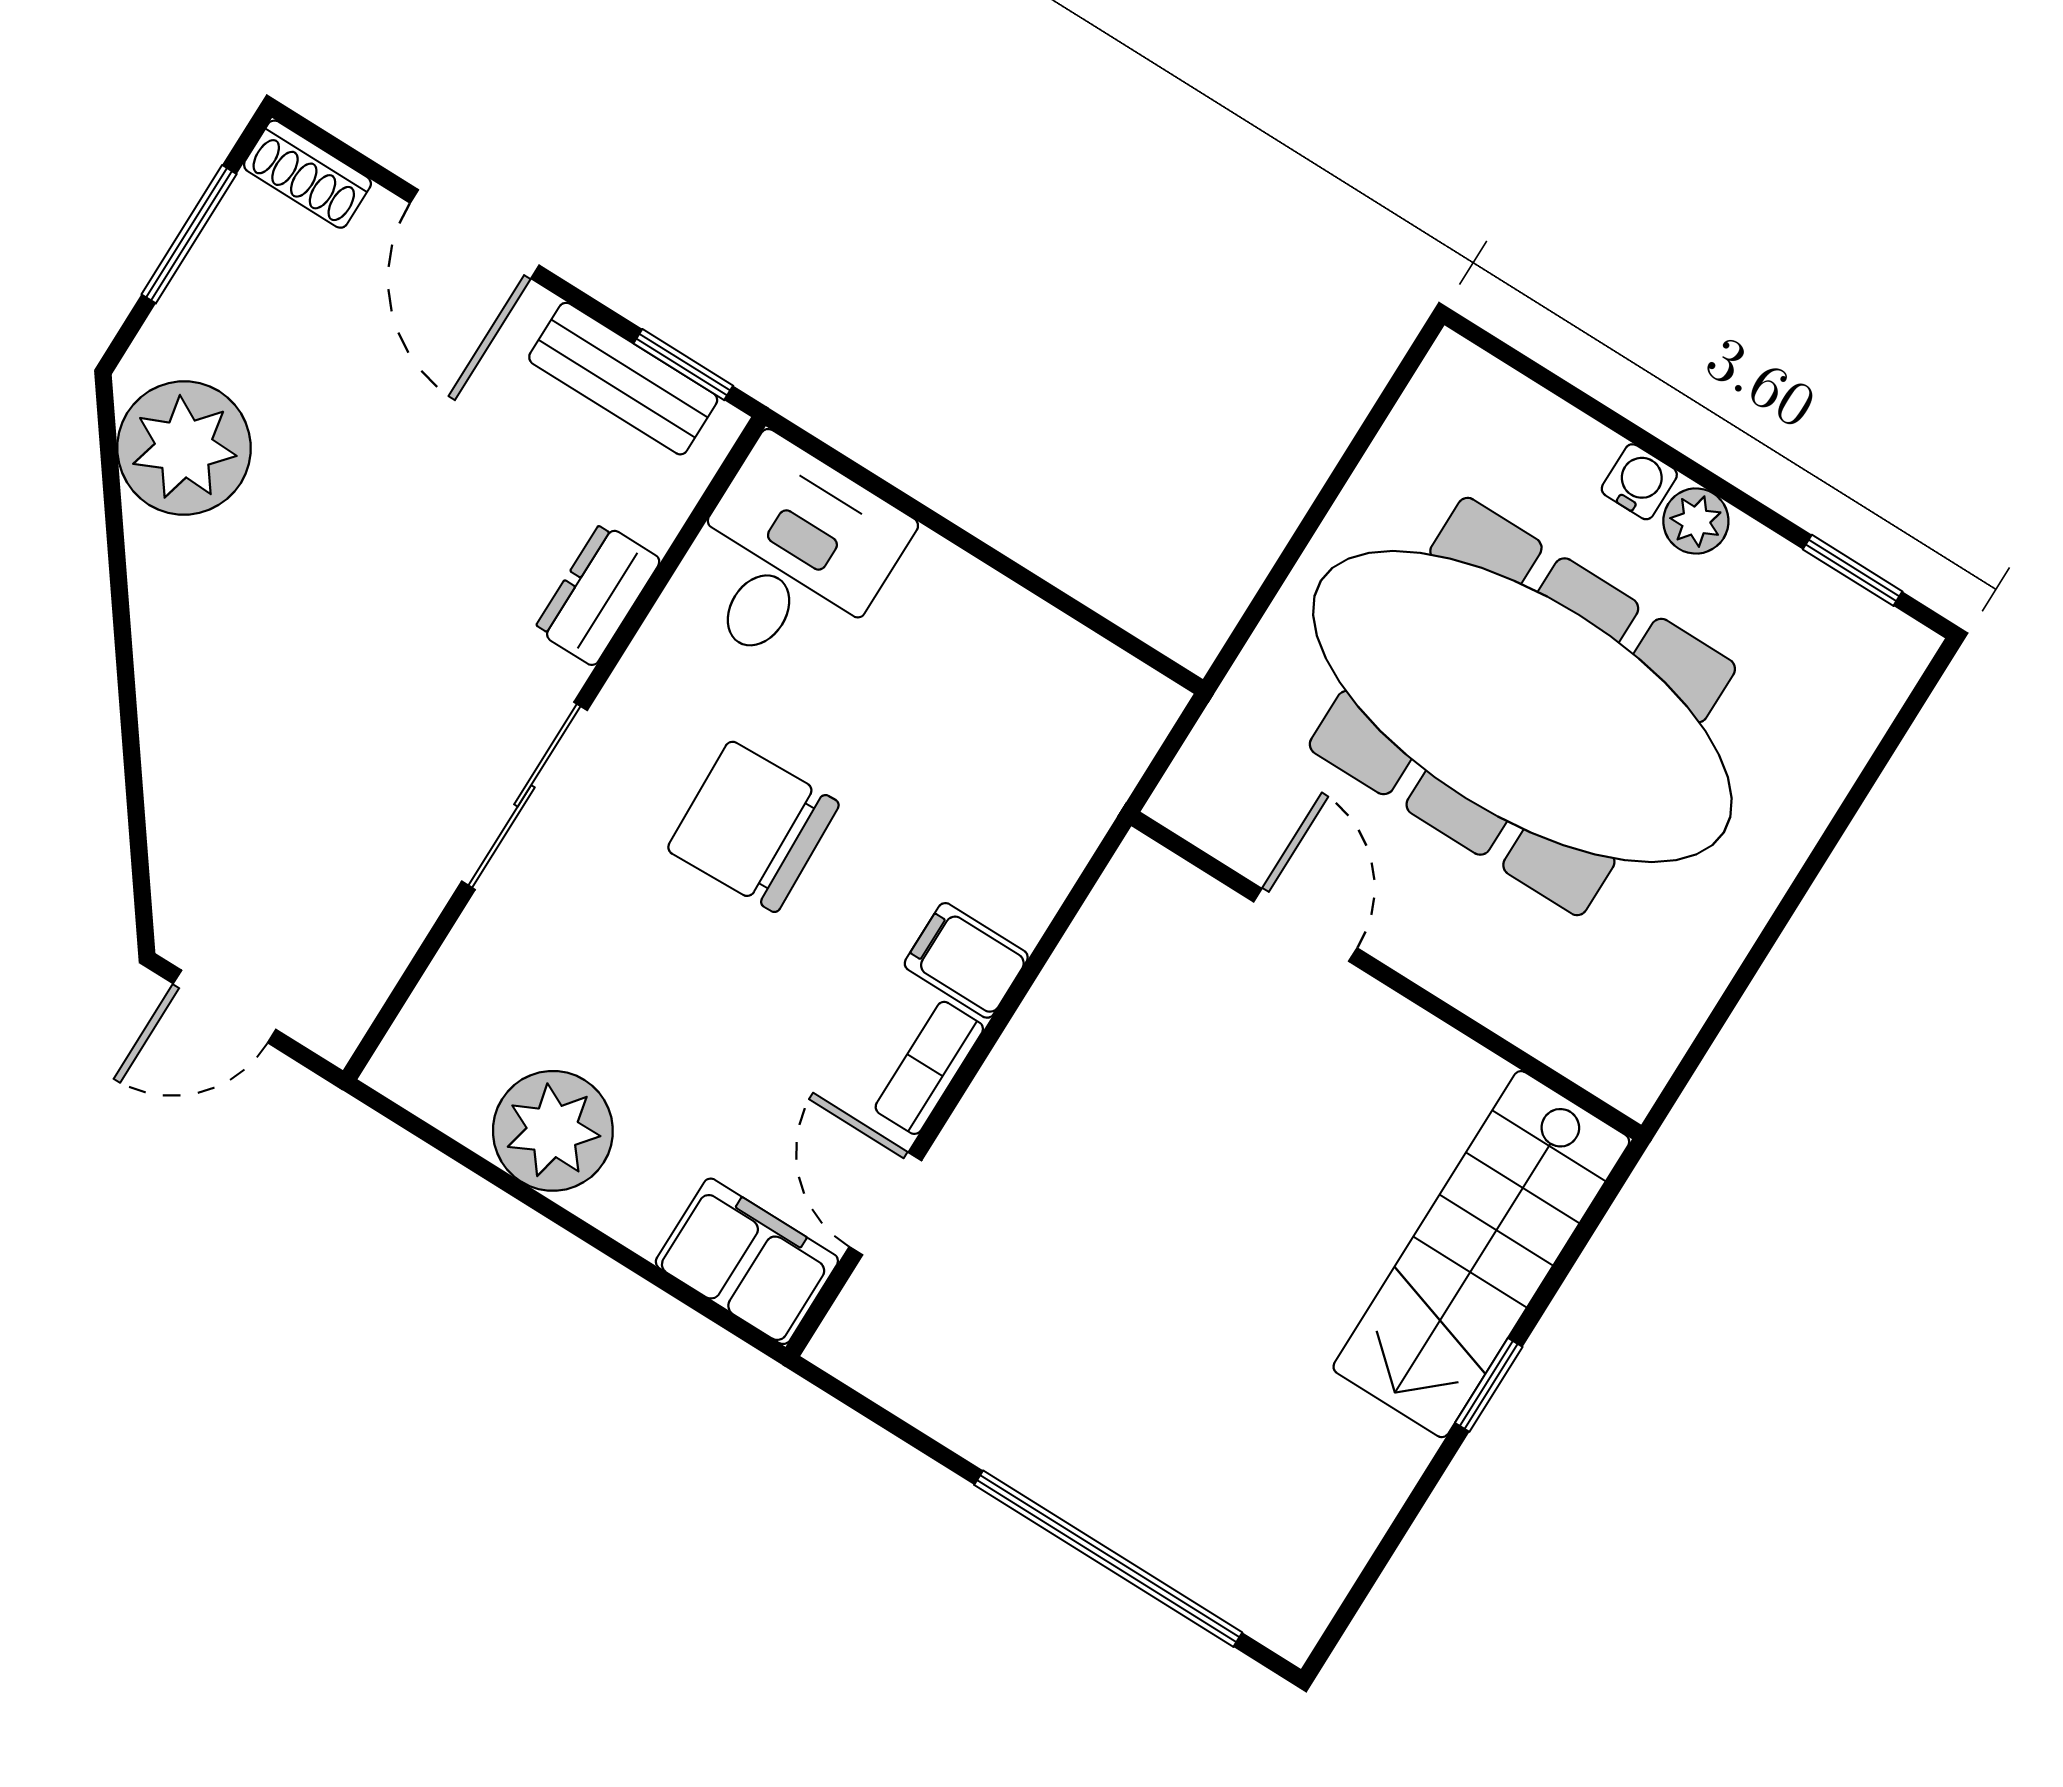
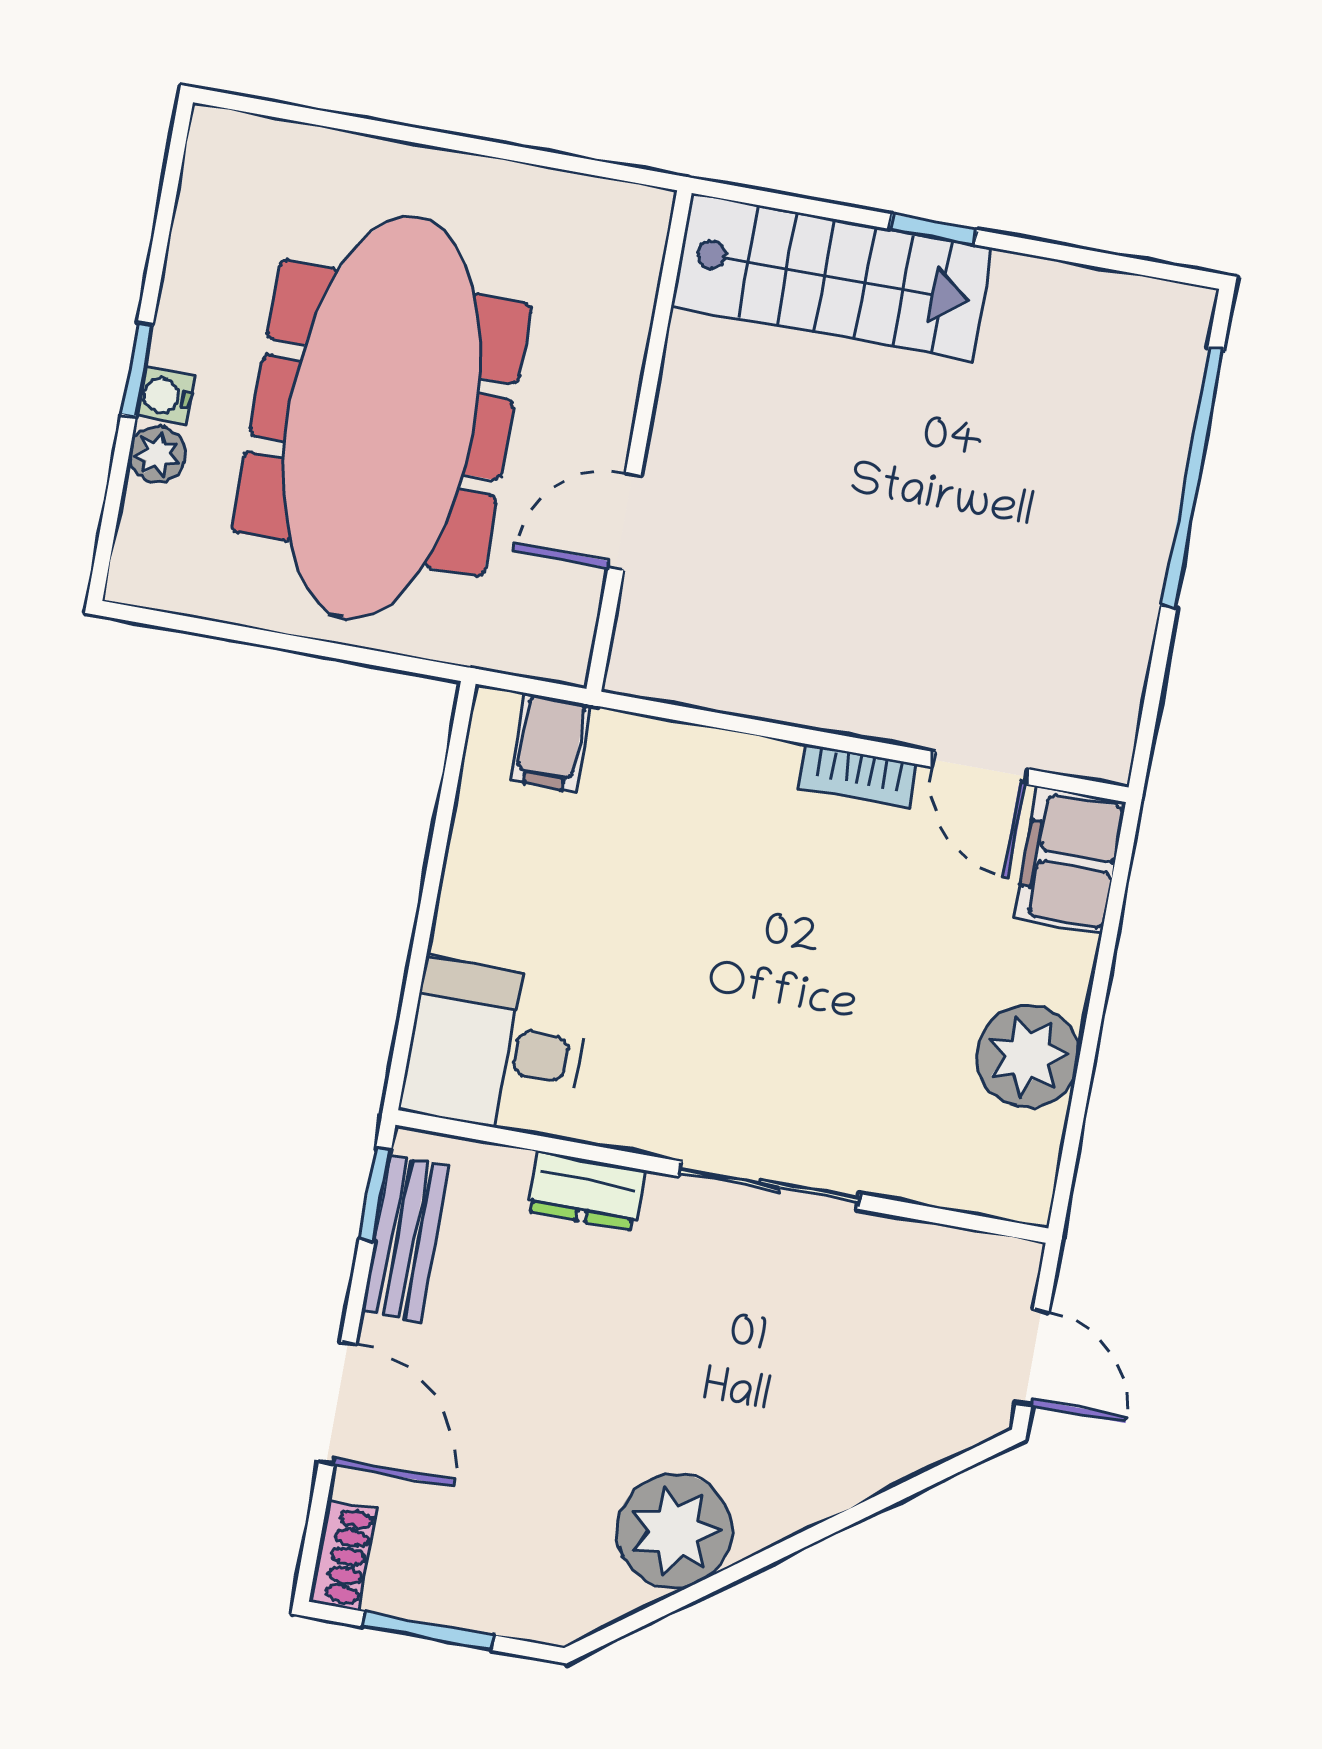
door: (475, 234) -> (337, 1403), hinge flipped
plant: (184, 448) -> (674, 1531), moved
plant: (1696, 521) -> (157, 454), moved
window: (1853, 570) -> (137, 369), moved
chair: (753, 827) -> (721, 993), removed
filing cabinet: (966, 960) -> (550, 742), moved
door: (885, 1204) -> (980, 768), hinge flipped

